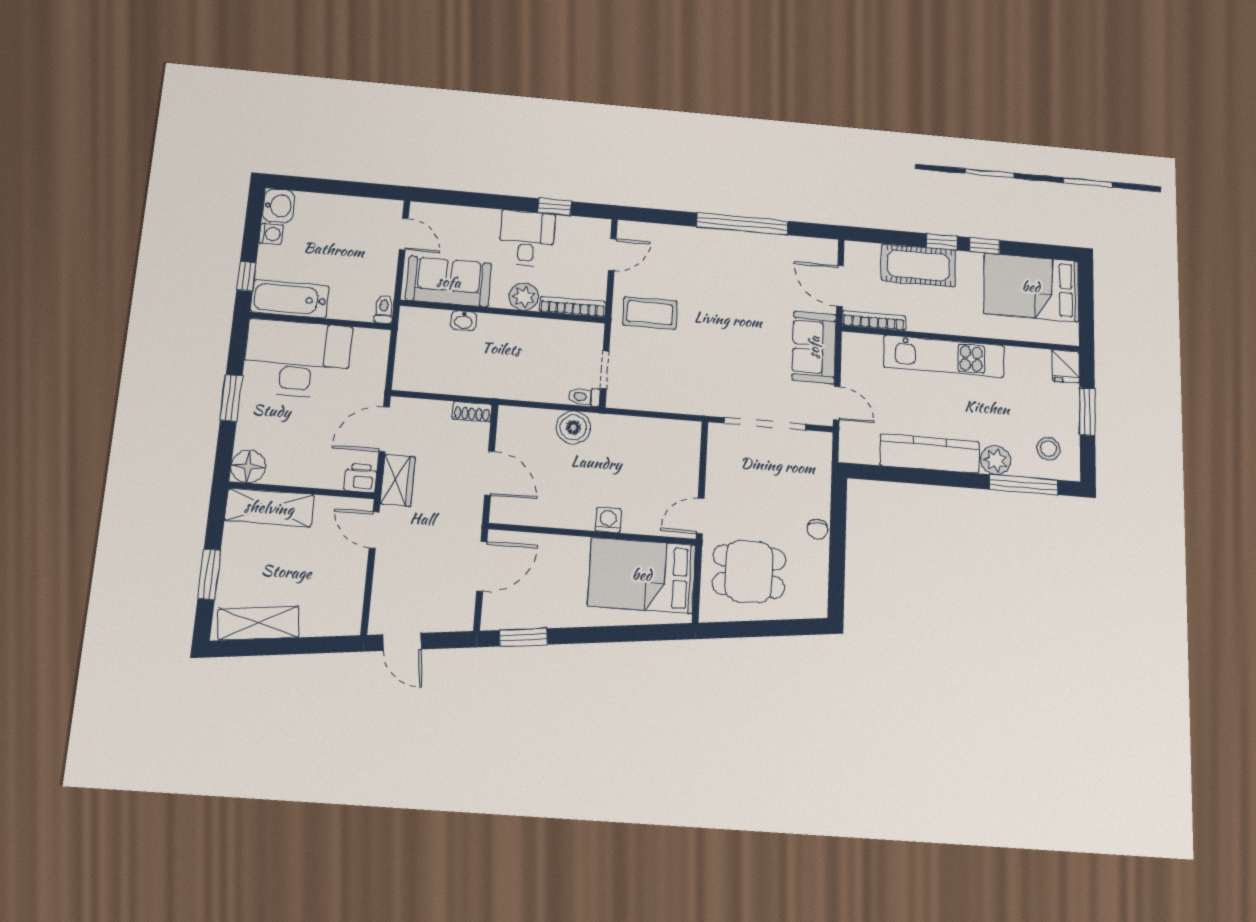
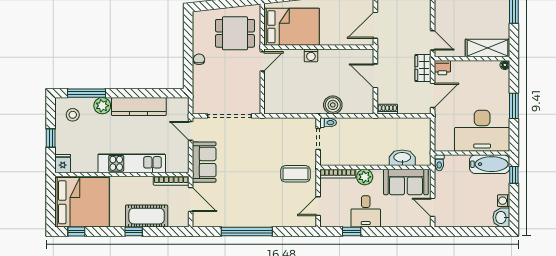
window: (985, 246) -> (76, 231), moved
bed: (1031, 287) -> (82, 202), width x1.36
washbasin: (464, 321) -> (402, 158), width x1.91, depth x1.45
window: (1087, 412) -> (51, 138), width x0.67
floor lamp: (248, 467) -> (505, 65), width x0.53, depth x0.53

